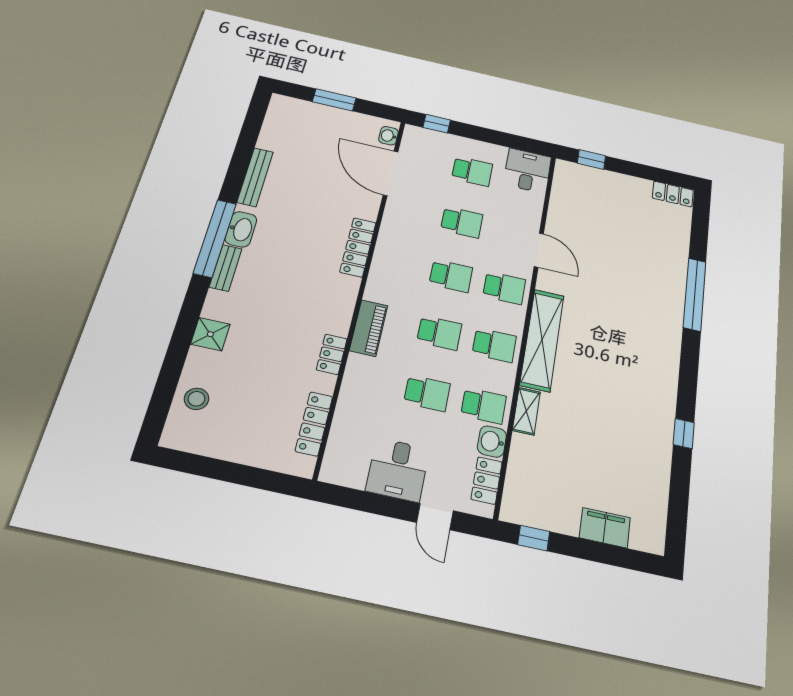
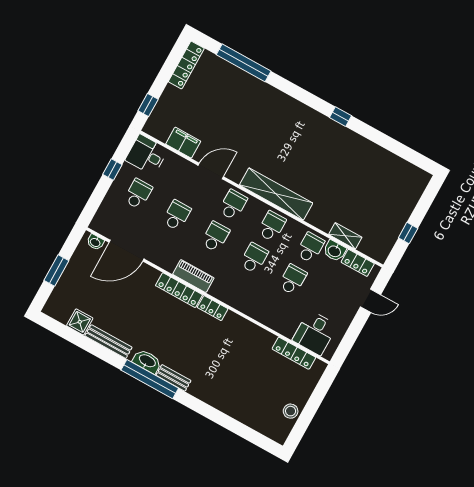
window: (437, 124) -> (112, 169), moved
locker: (673, 194) -> (186, 65), width x1.53
window: (695, 294) -> (244, 63), moved
piano: (369, 328) -> (193, 276), moved
shower: (210, 334) -> (80, 322), moved
locker: (332, 354) -> (213, 308), moved
stool: (196, 399) -> (291, 411), moved
shelving: (526, 411) -> (345, 236), moved
window: (684, 434) -> (341, 117), moved
desk: (398, 470) -> (315, 333), moved, turned 90
filing cabinet: (605, 528) -> (183, 143), moved, turned 90
window: (534, 538) -> (408, 233), moved

